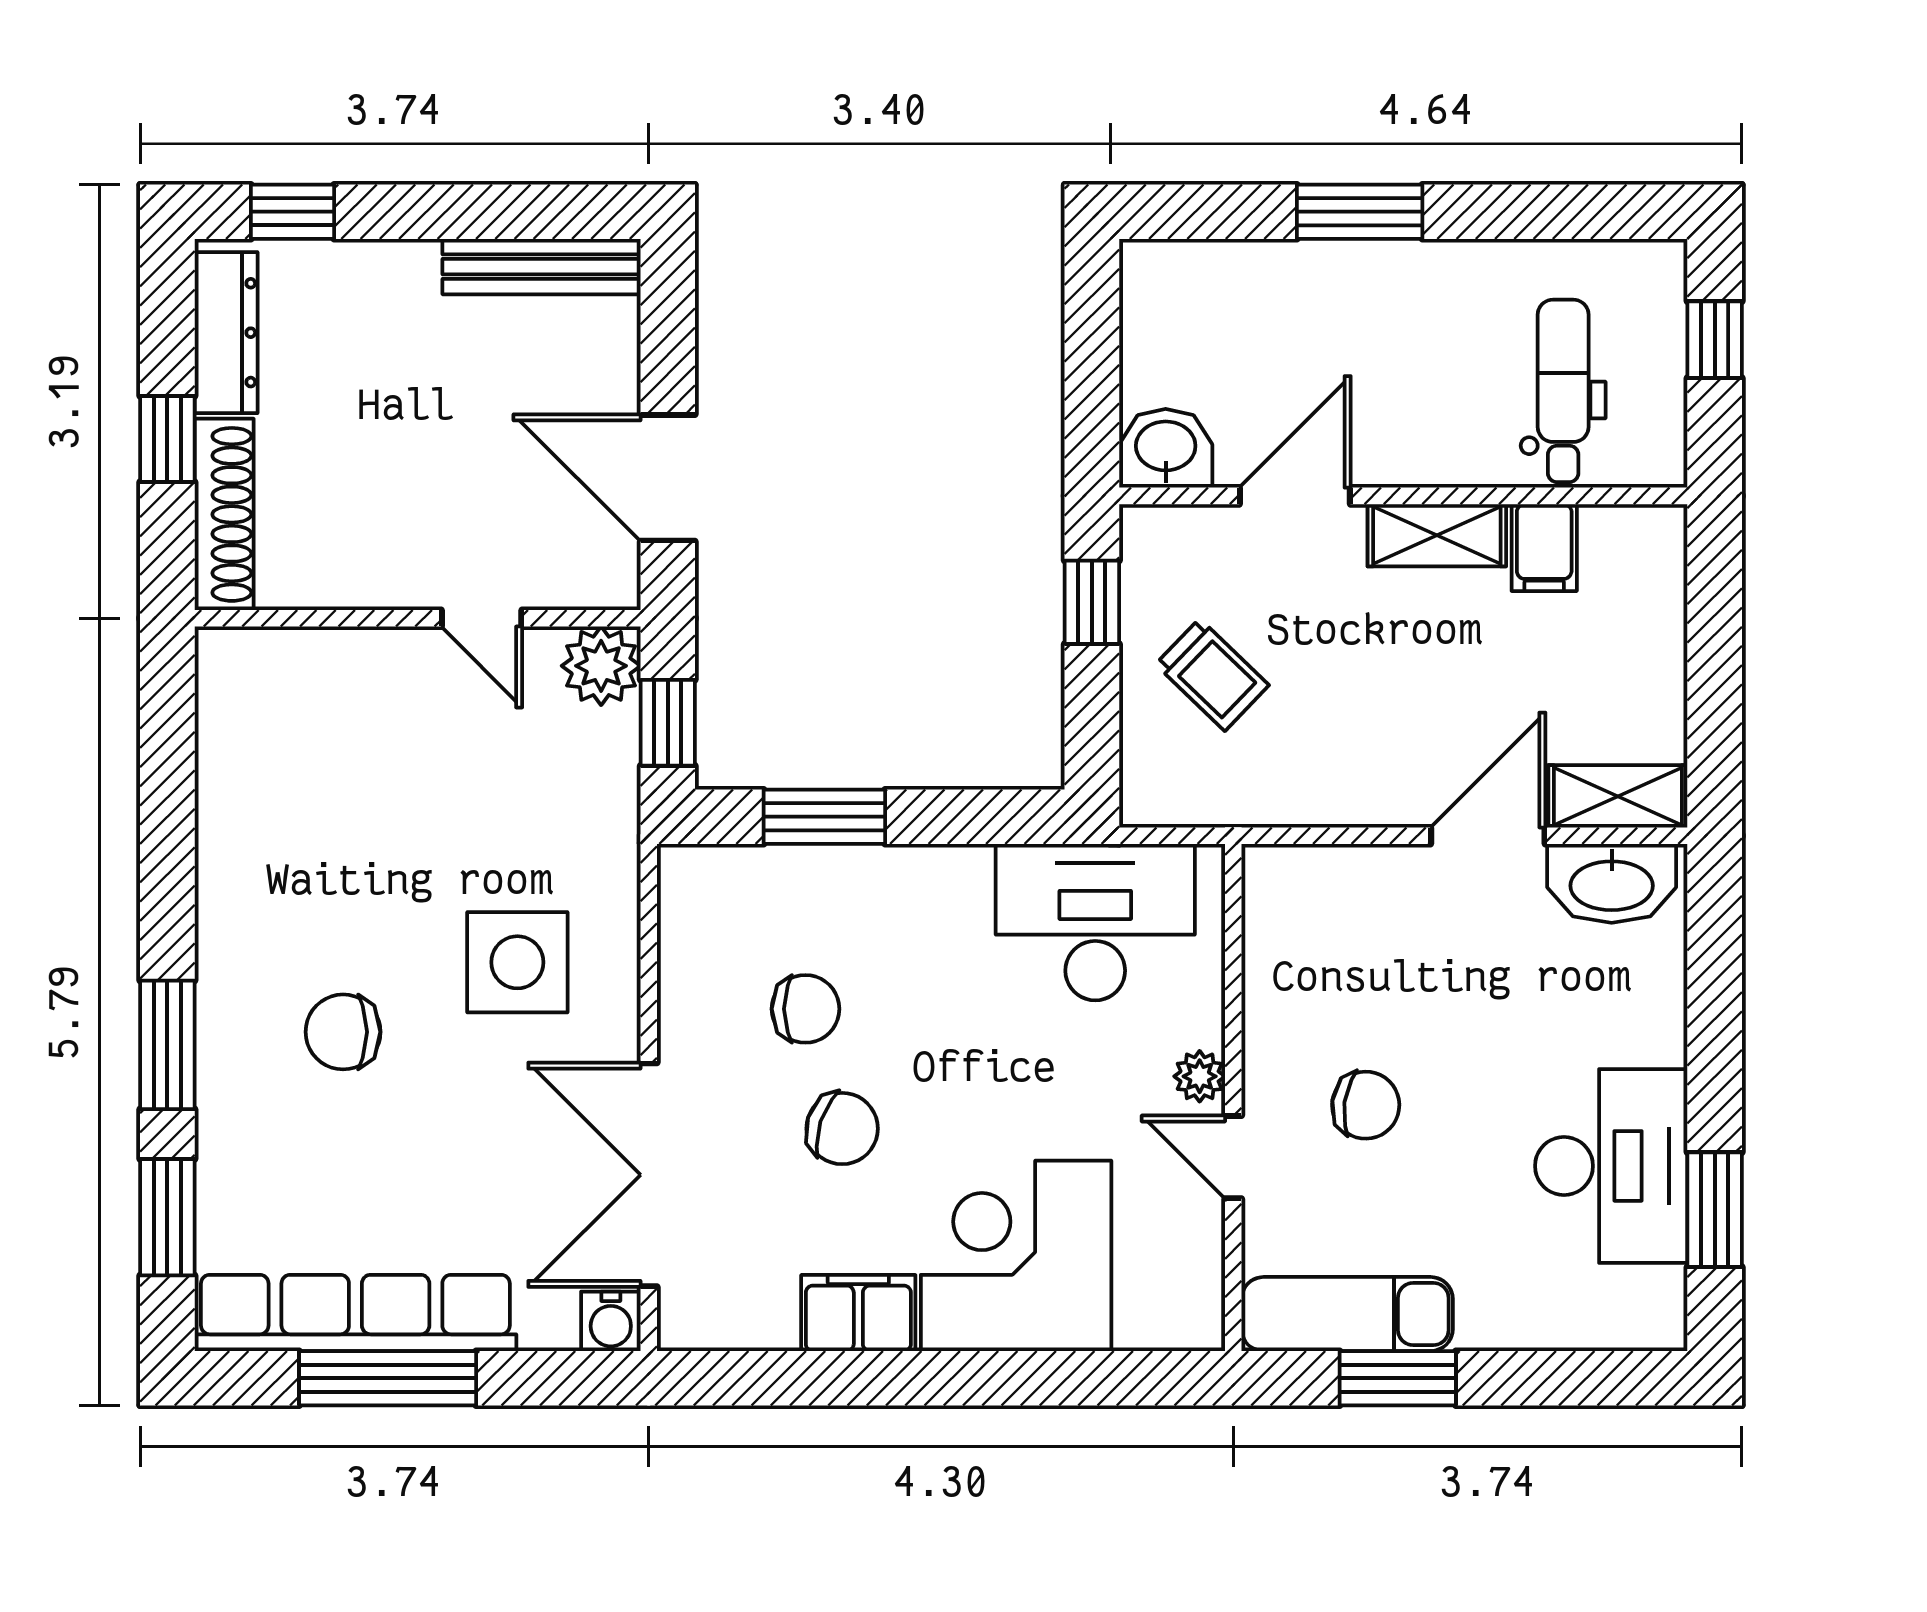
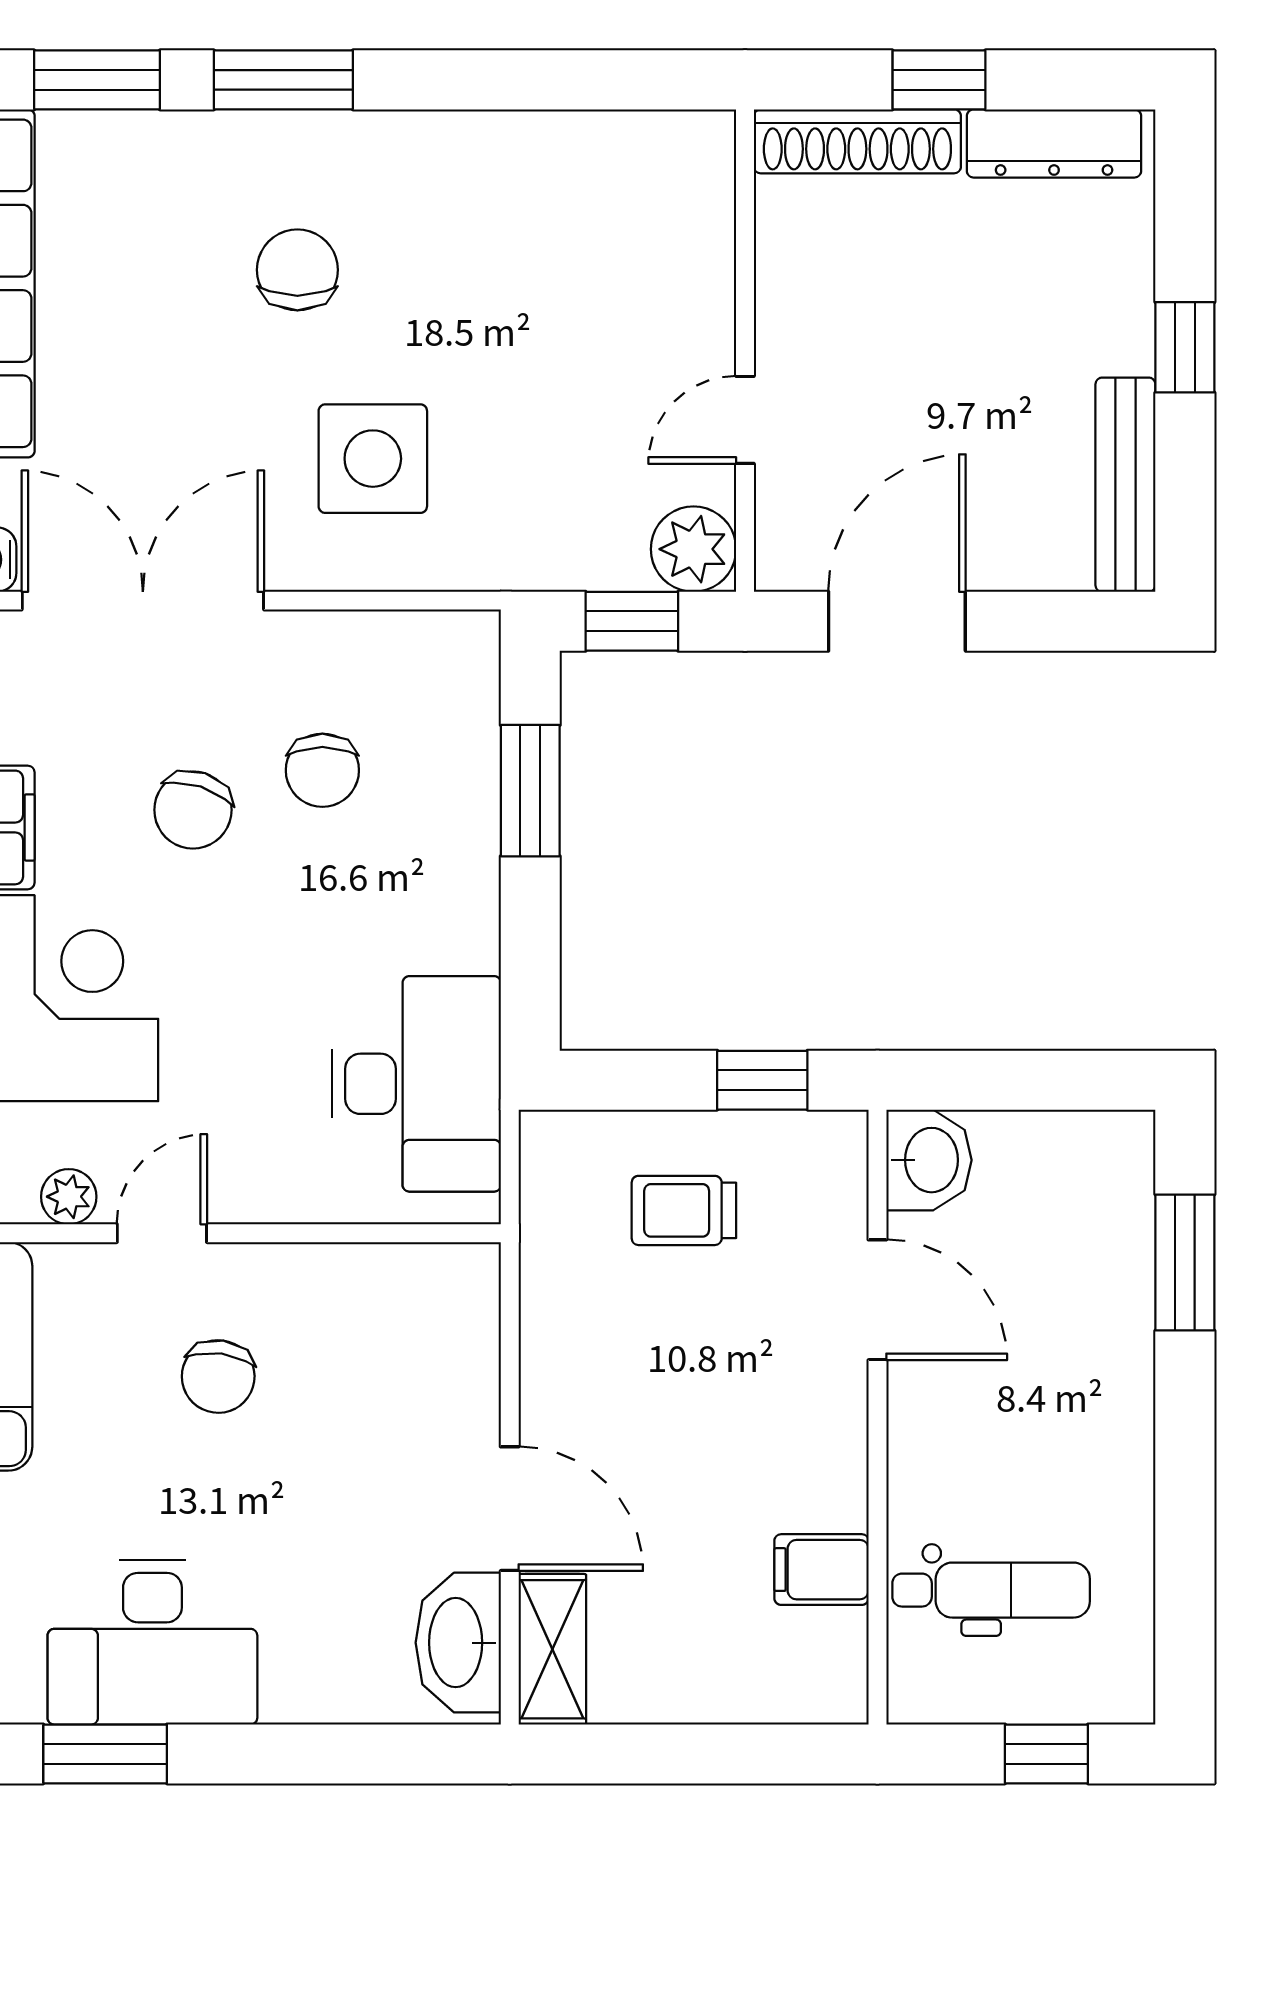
window: (293, 212) -> (1185, 347), moved
window: (1360, 212) -> (1185, 1262), moved
shelving: (1437, 535) -> (835, 1453), removed
trolley: (1212, 675) -> (684, 1210), turned 46
plant: (1200, 1076) -> (69, 1197), moved

